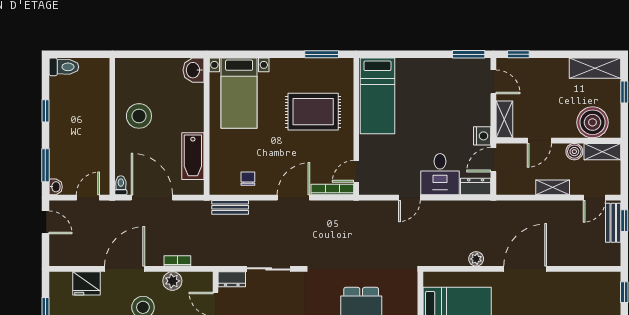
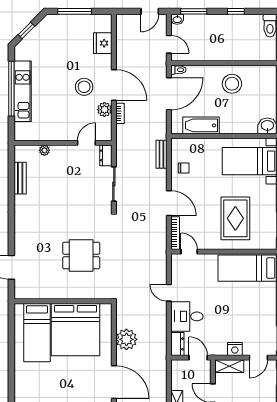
nightstand: (482, 136) -> (235, 349), moved
plant: (476, 259) -> (126, 339), width x1.87, depth x1.87
door: (125, 269) -> (114, 85), moved

